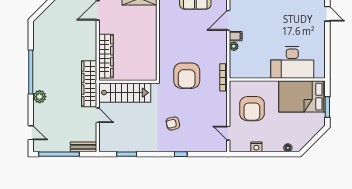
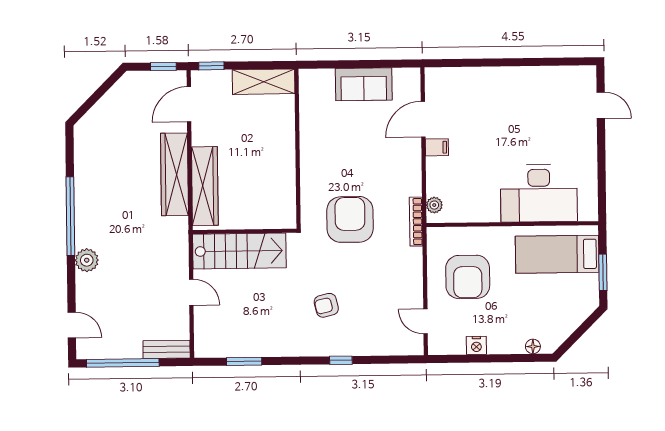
plant: (234, 46) -> (434, 205), moved
armchair: (187, 76) -> (350, 219), turned 180
wardrobe: (89, 84) -> (174, 174), moved
bed: (302, 97) -> (557, 254), width x0.67

